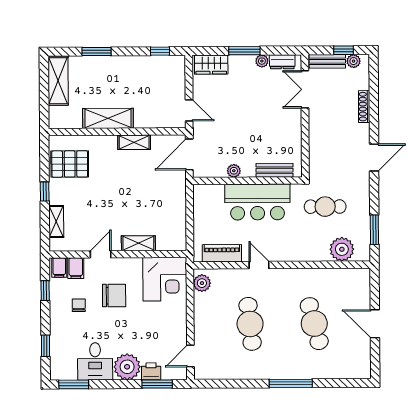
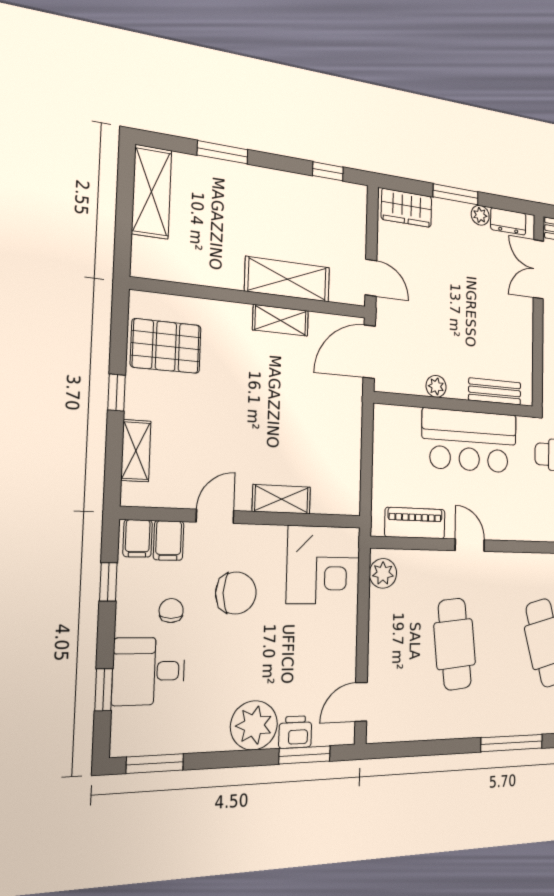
shelving: (108, 118) -> (287, 279), moved
desk: (95, 361) -> (149, 671), moved, turned 90

